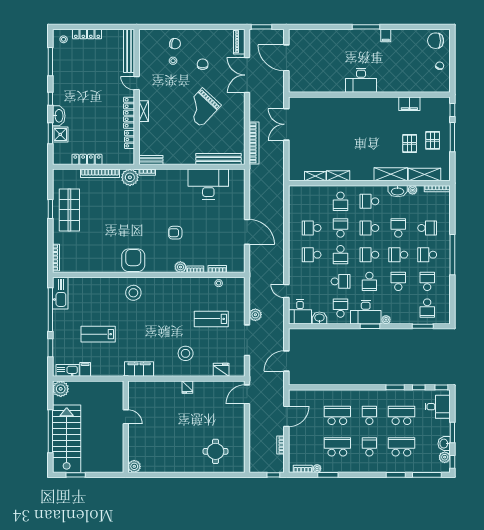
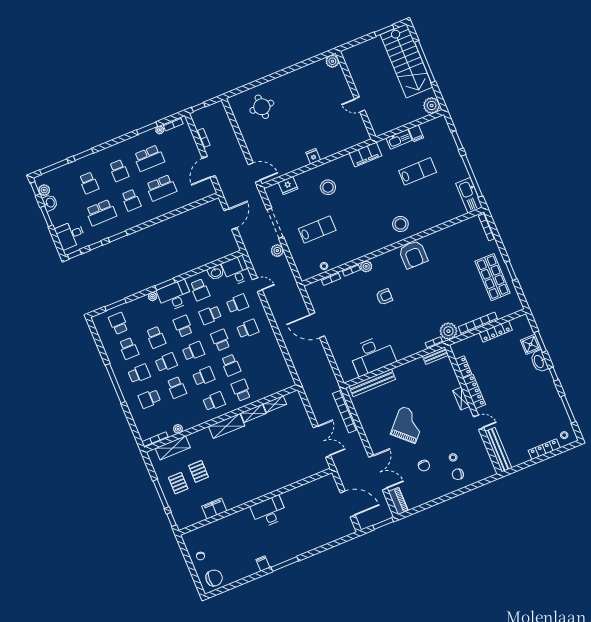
shelving: (391, 174) -> (227, 426), moved
washbasin: (398, 191) -> (192, 422), removed
school desk: (312, 228) -> (237, 304), moved
kitchen sink: (68, 370) -> (399, 139), moved
door: (247, 394) -> (254, 172), hinge flipped
school desk: (401, 447) -> (89, 183), width x0.54

